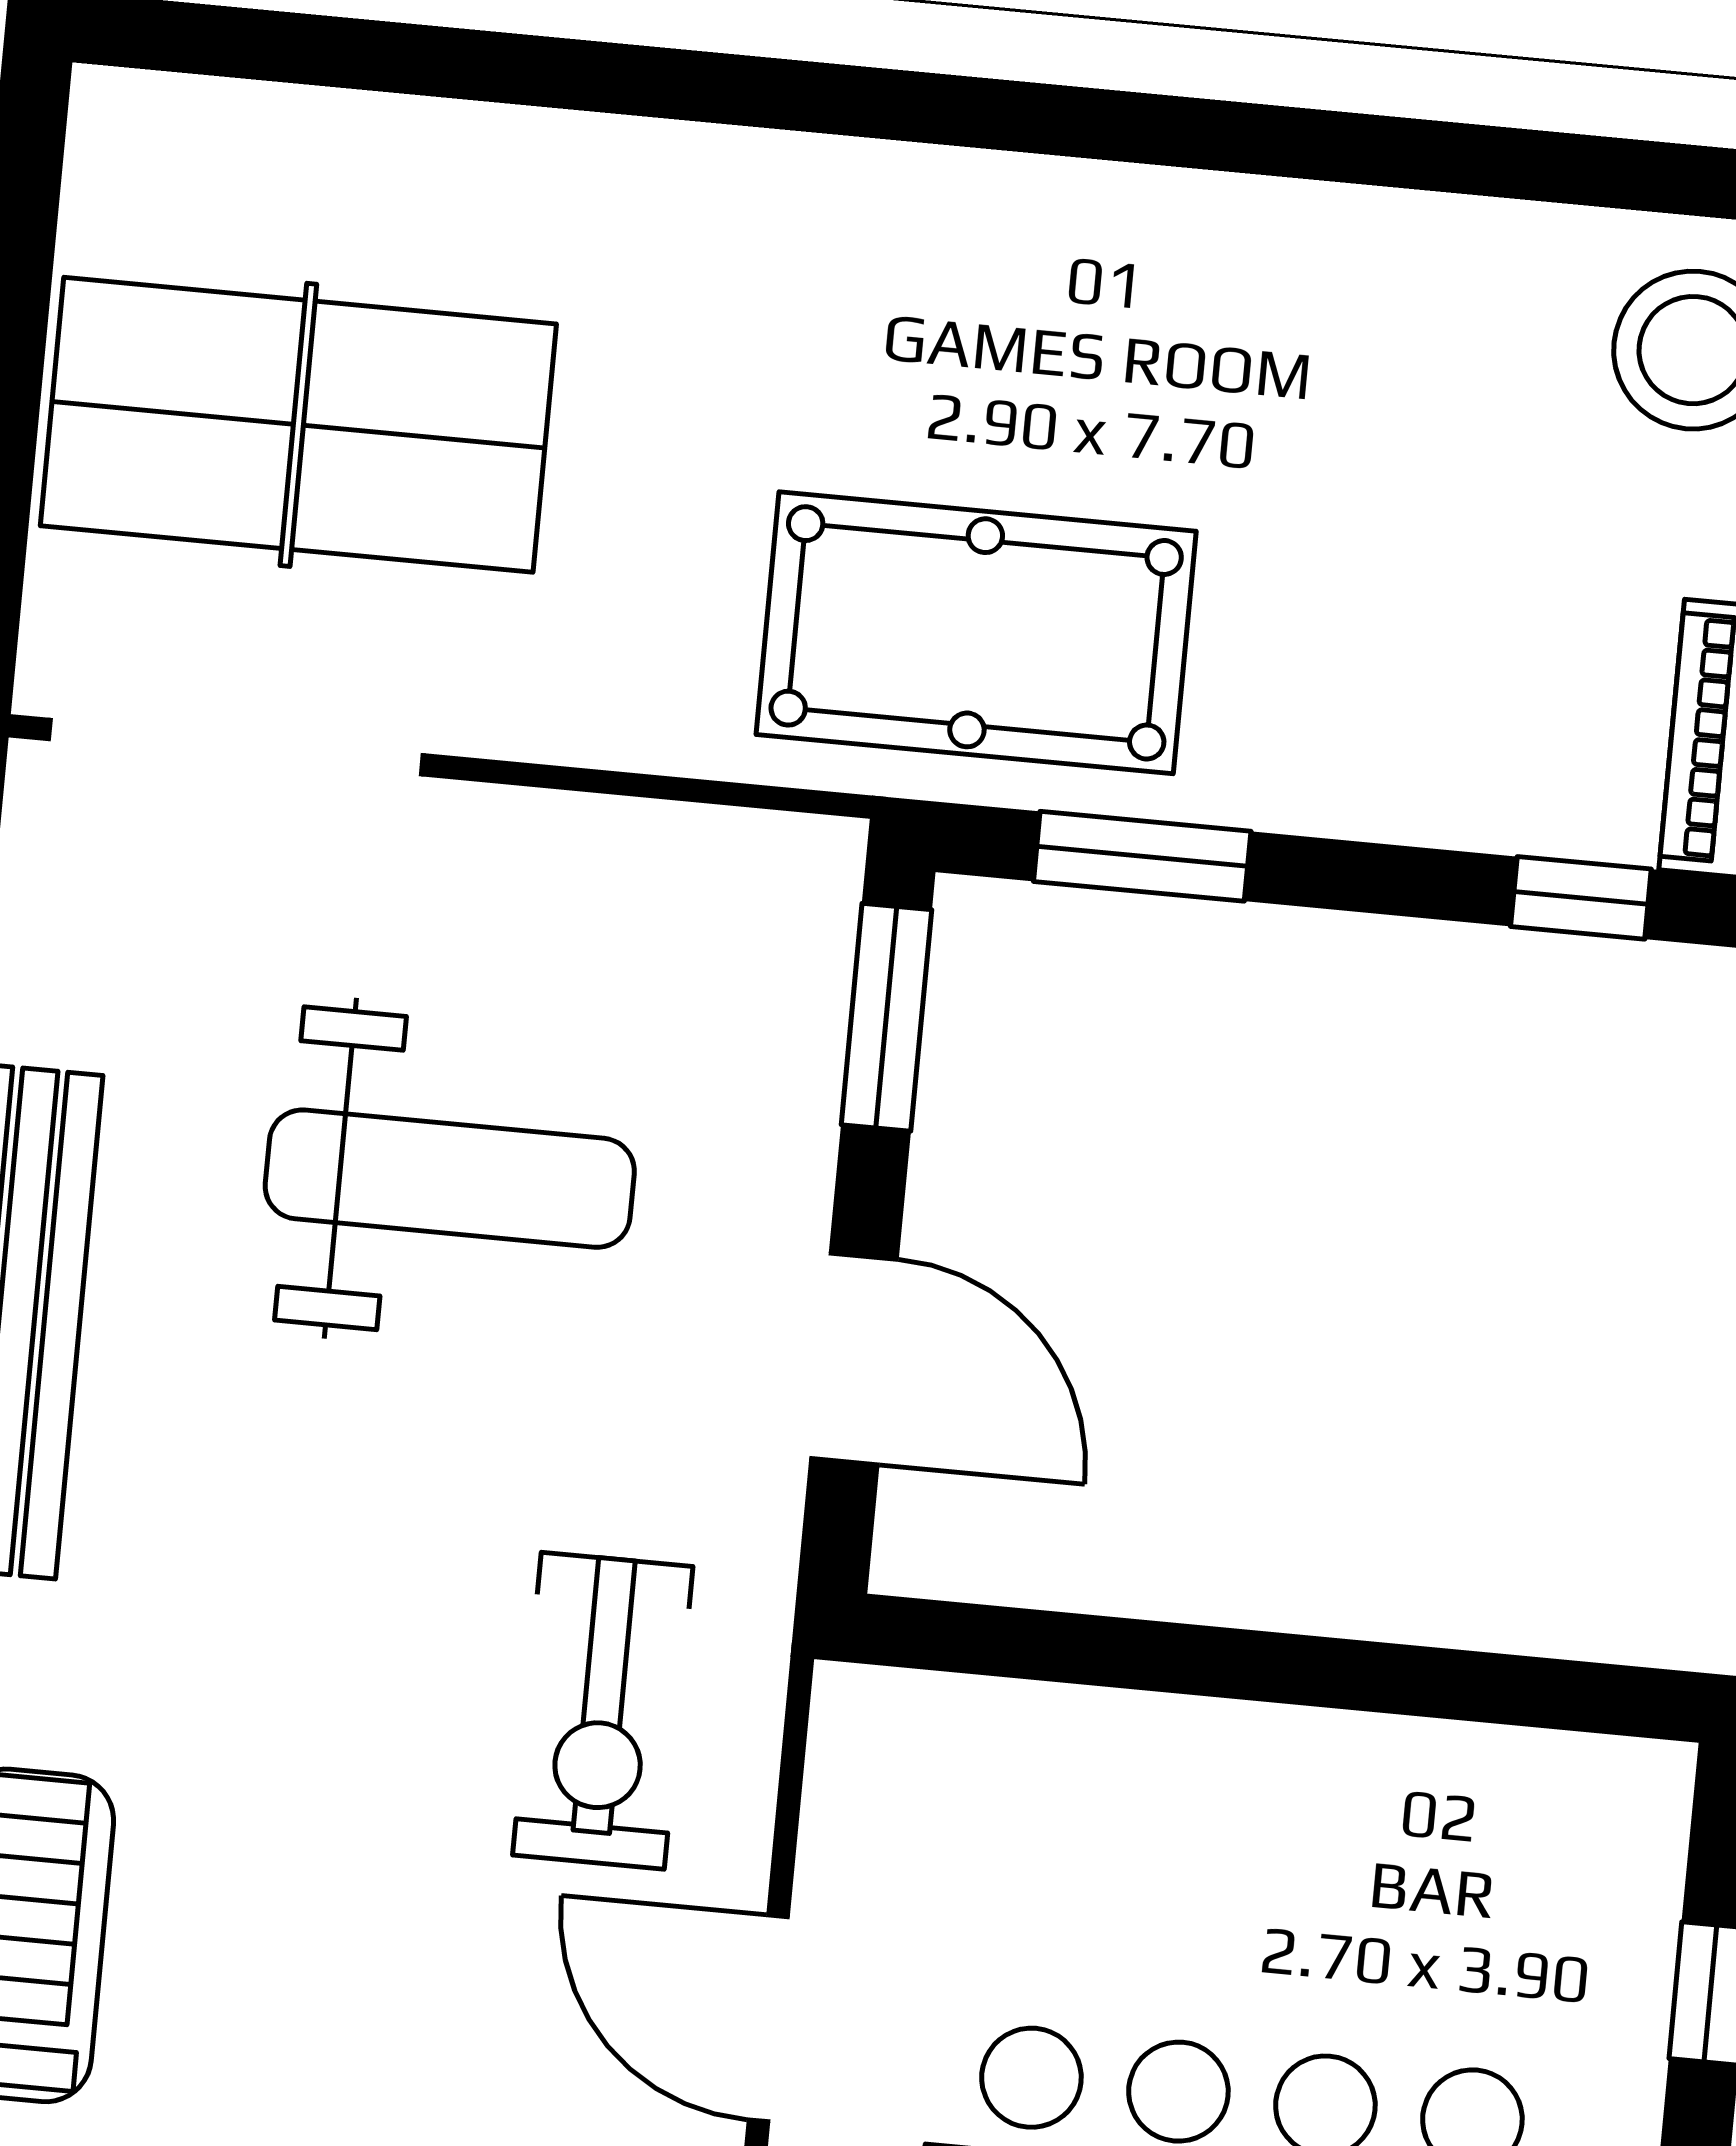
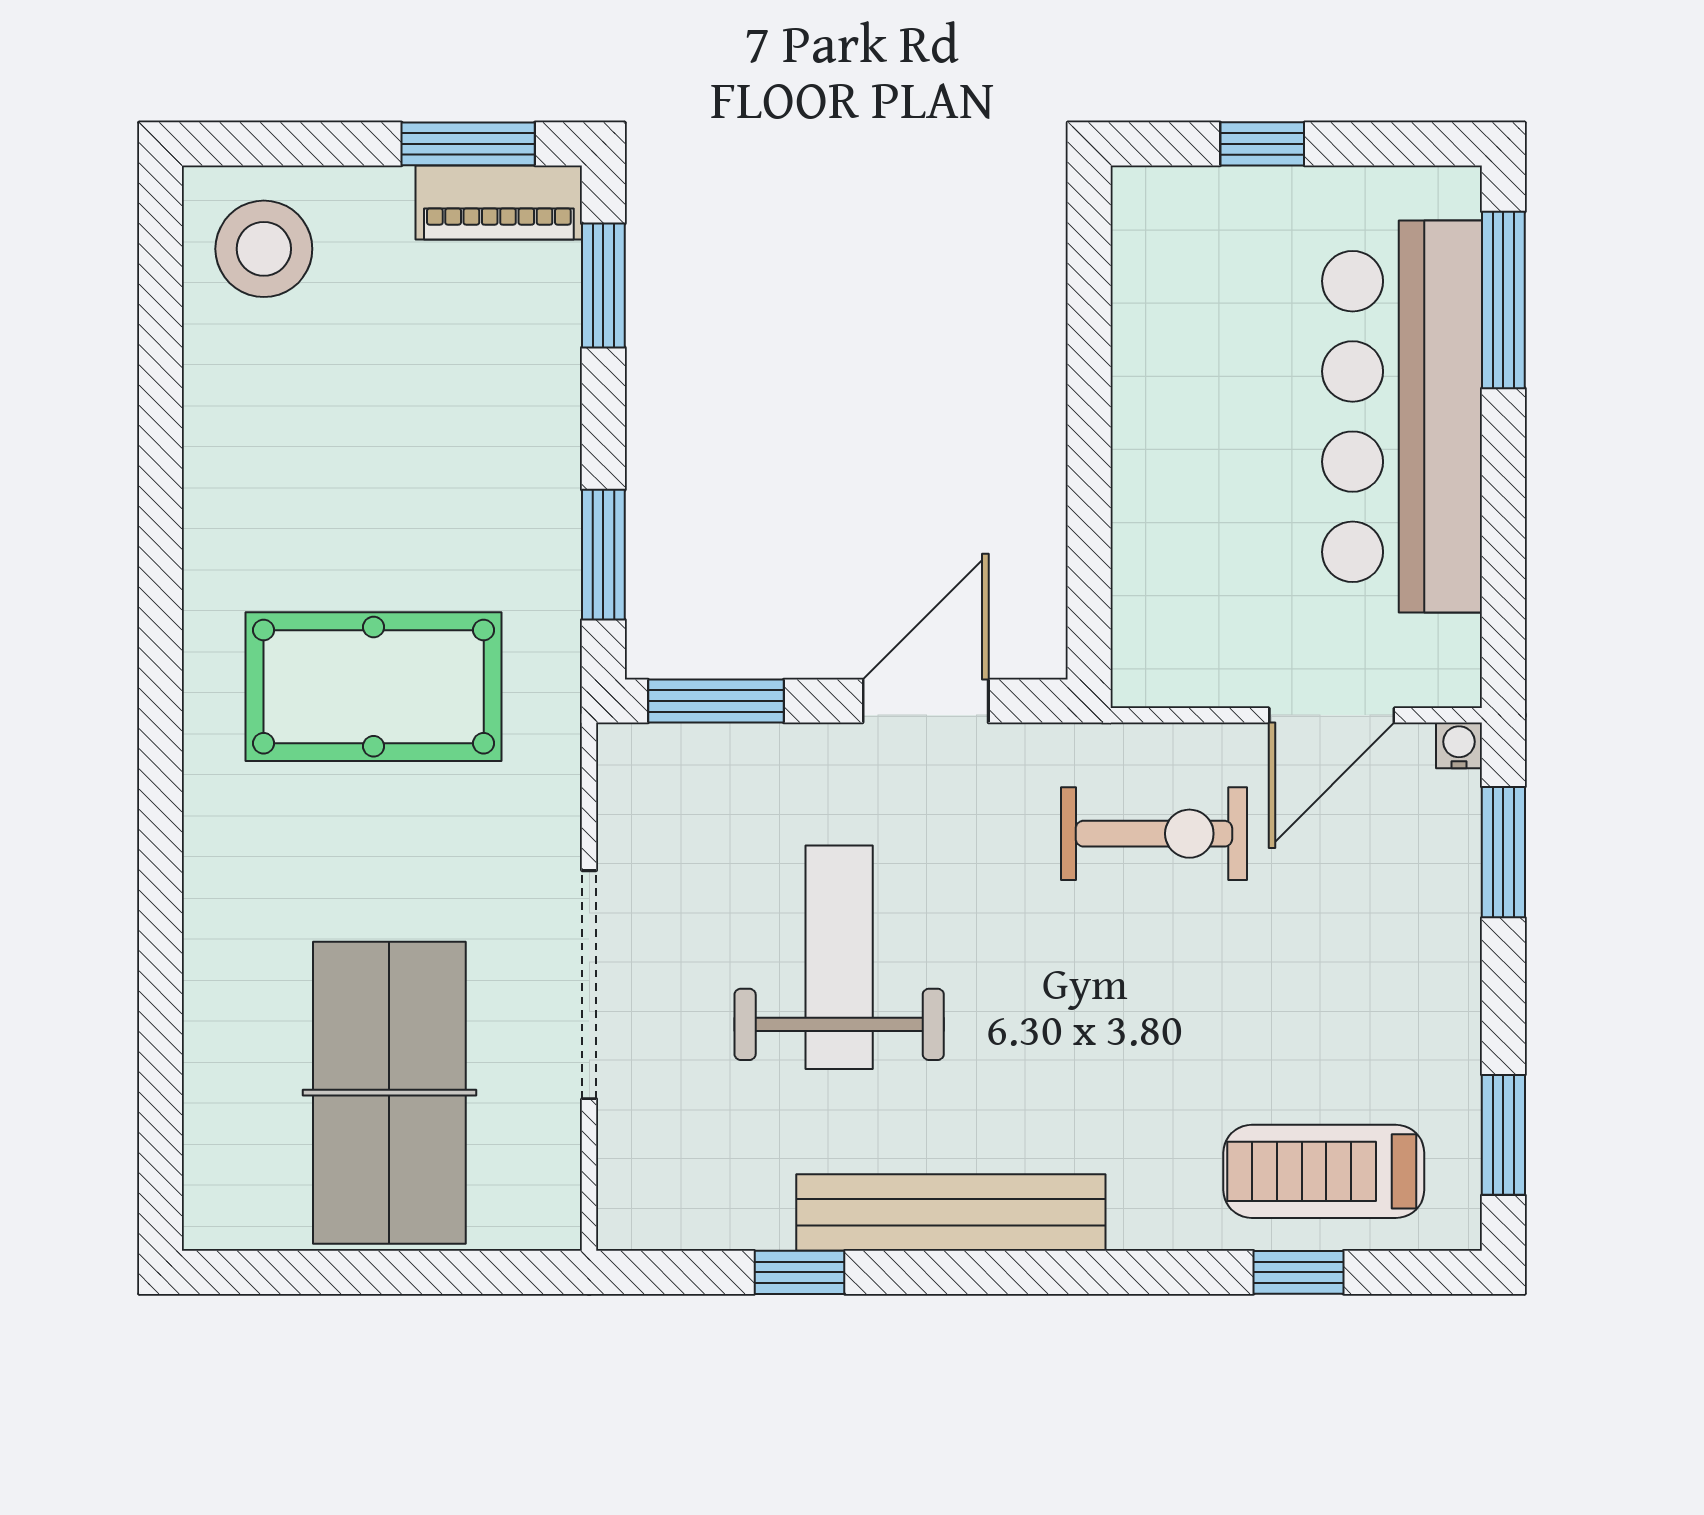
pool table: (976, 633) -> (374, 687), moved, turned 90
doorway: (236, 747) -> (589, 985), moved
window: (1581, 898) -> (603, 285), width x1.50

